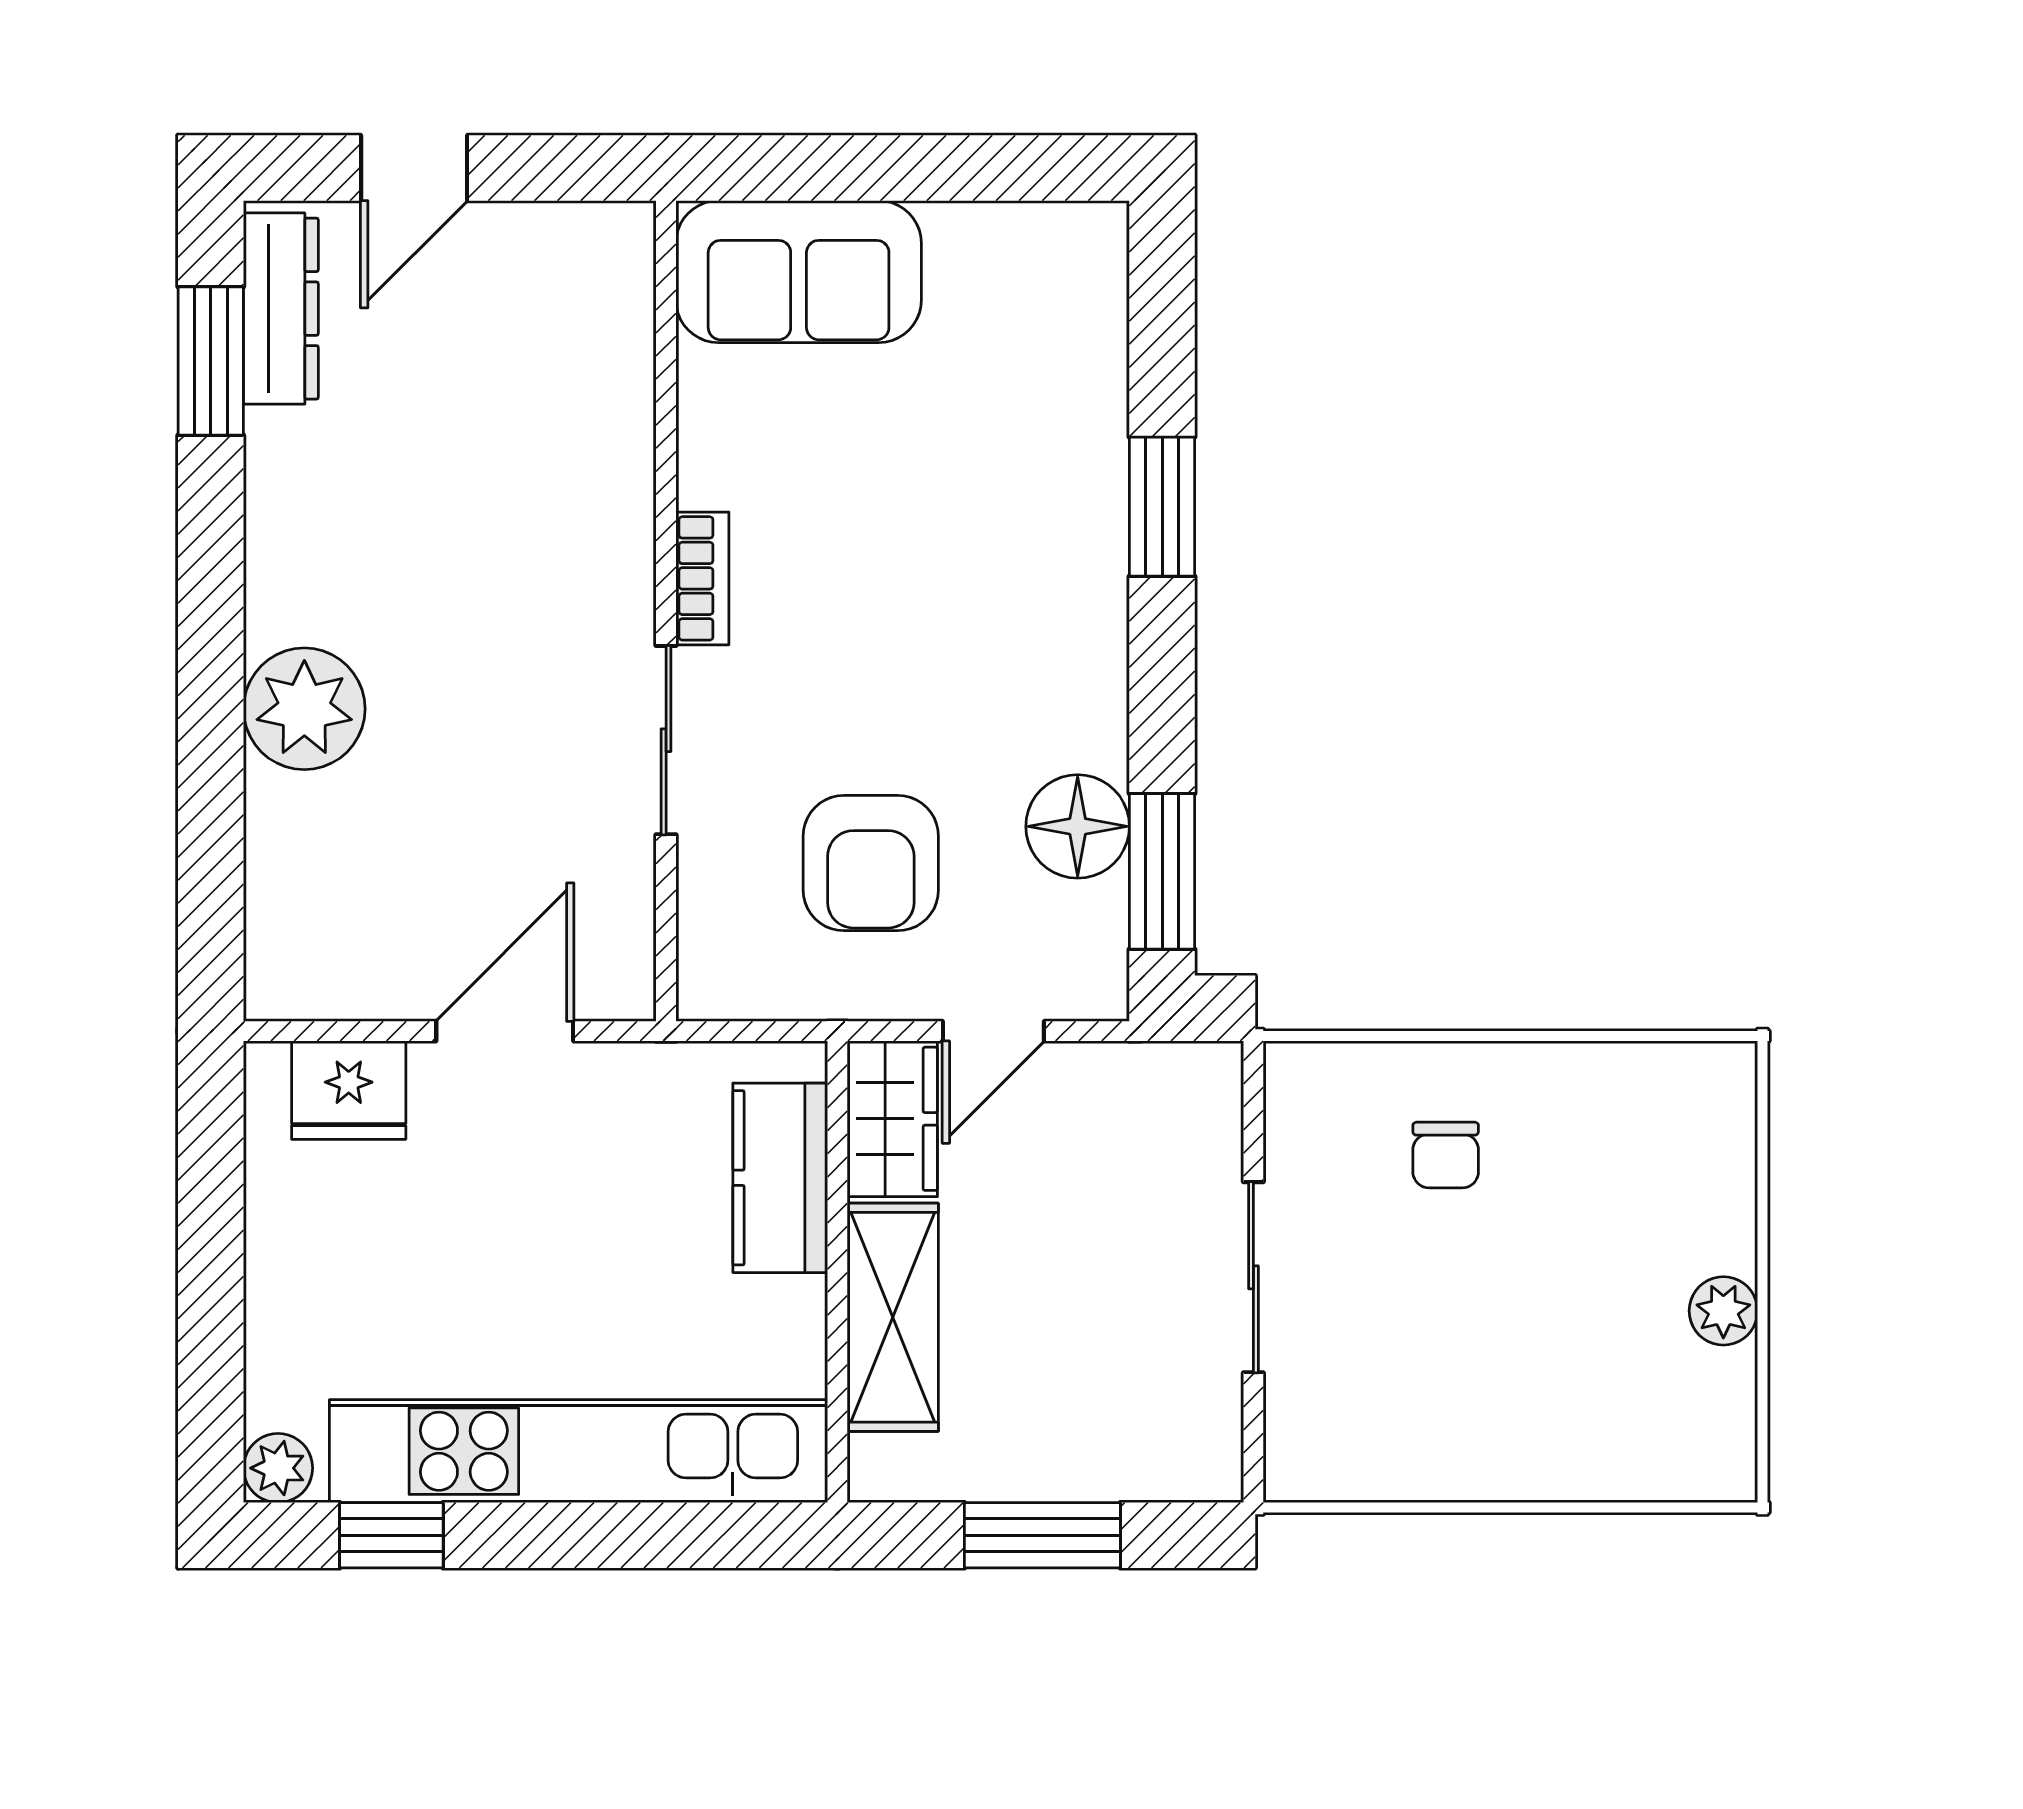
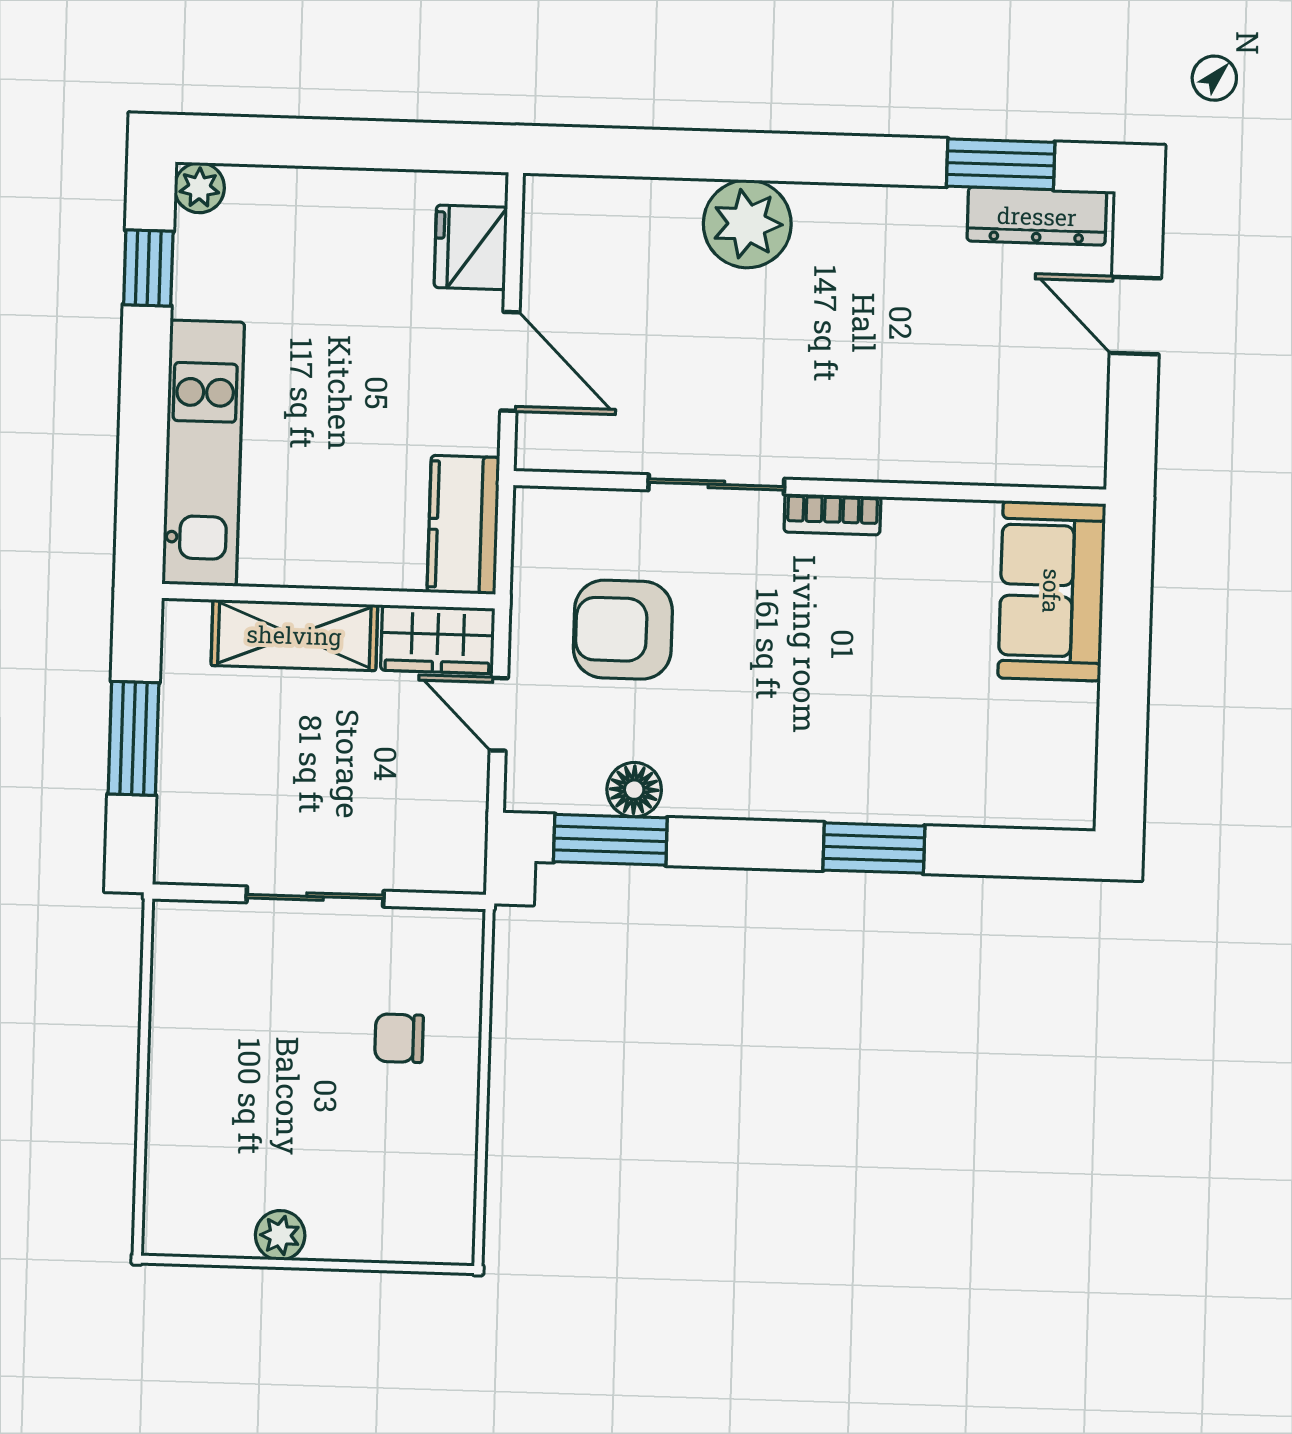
floor lamp: (1078, 826) -> (634, 790), width x0.73, depth x0.73
kitchen counter: (780, 1178) -> (463, 525), moved, turned -90
kitchen unit: (578, 1451) -> (203, 453), width x0.73

